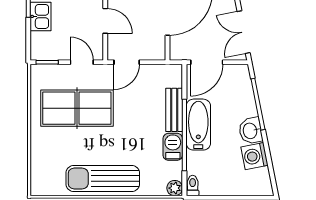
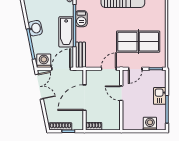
door: (82, 62) -> (135, 69), hinge flipped
bench: (174, 110) -> (80, 55), moved
washing machine: (255, 156) -> (44, 61), moved, turned -79

